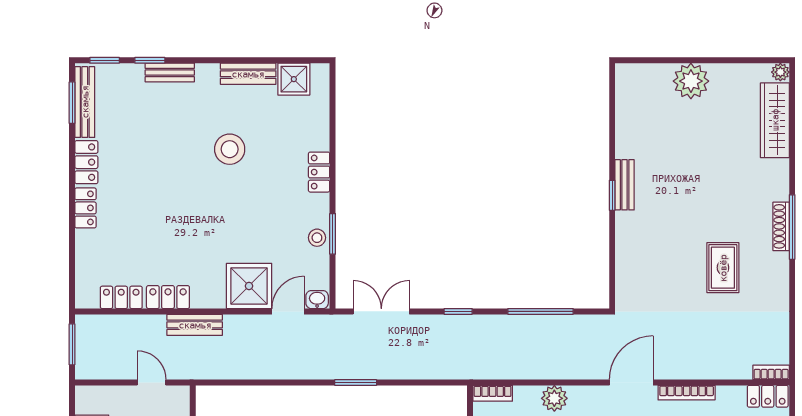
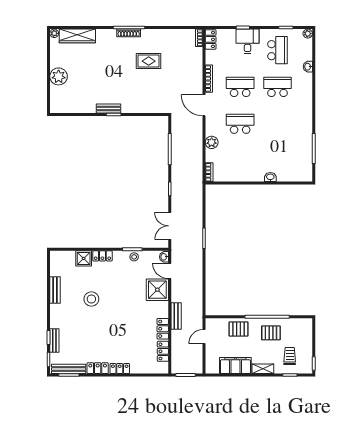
bench: (170, 73) -> (54, 340), moved
shower: (294, 79) -> (84, 258), moved

